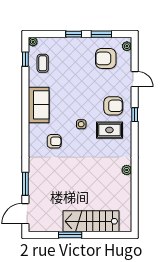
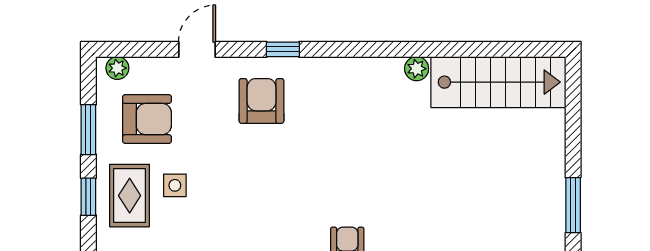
armchair: (106, 58) -> (147, 119), turned -90
side table: (81, 124) -> (175, 185), moved
rug: (109, 130) -> (130, 196), moved
stairs: (91, 221) -> (498, 82), moved, turned -90

